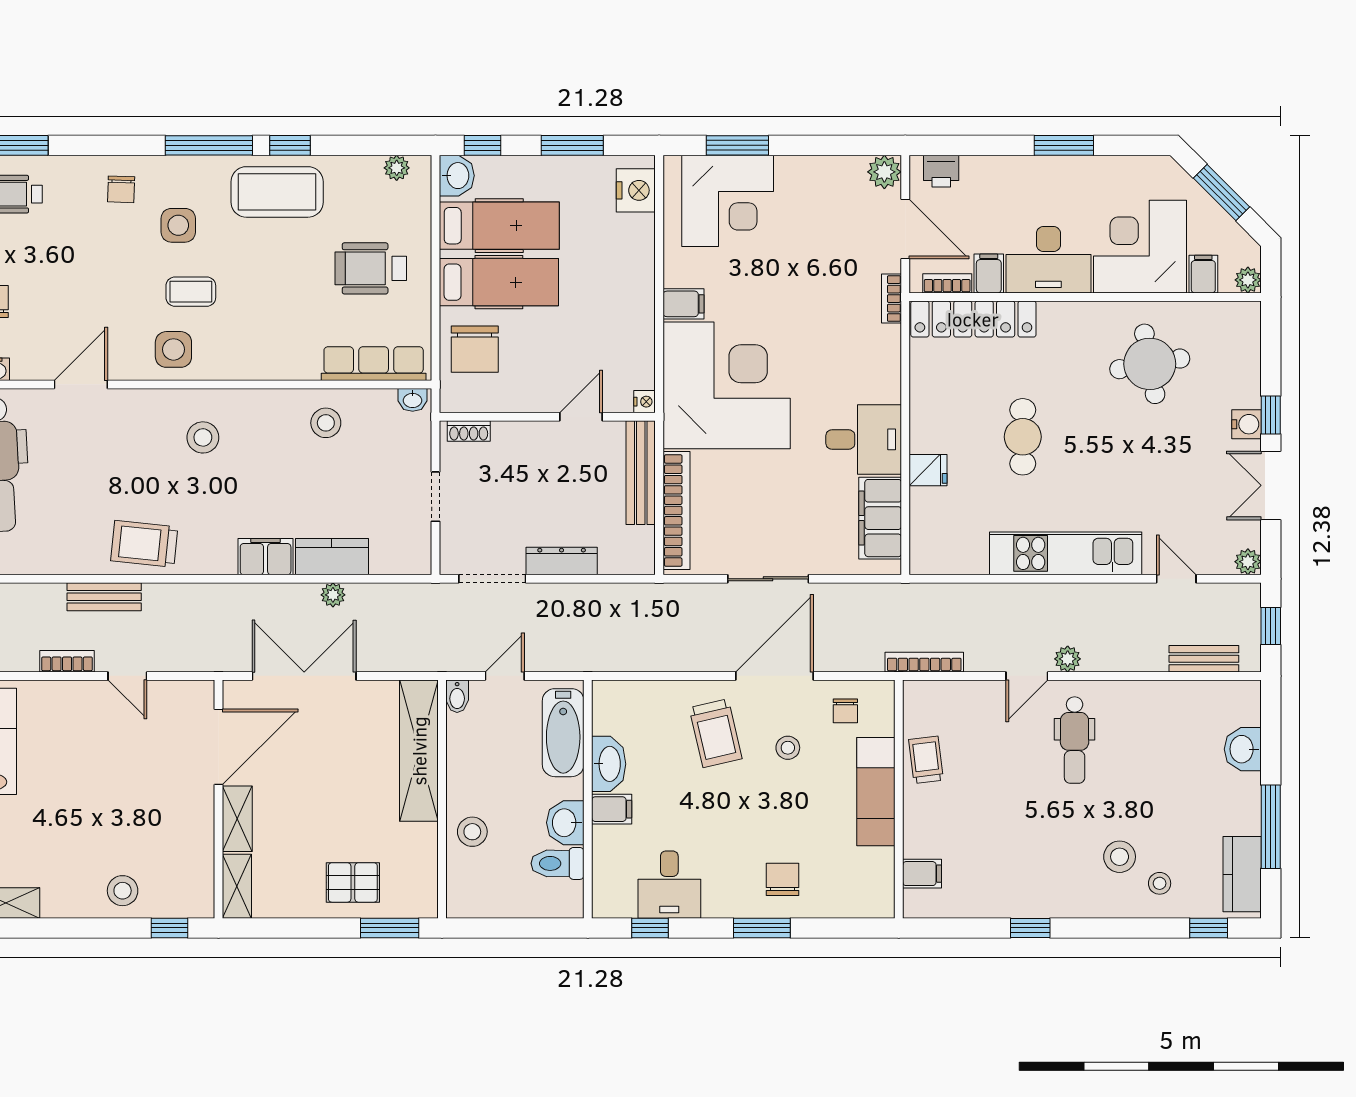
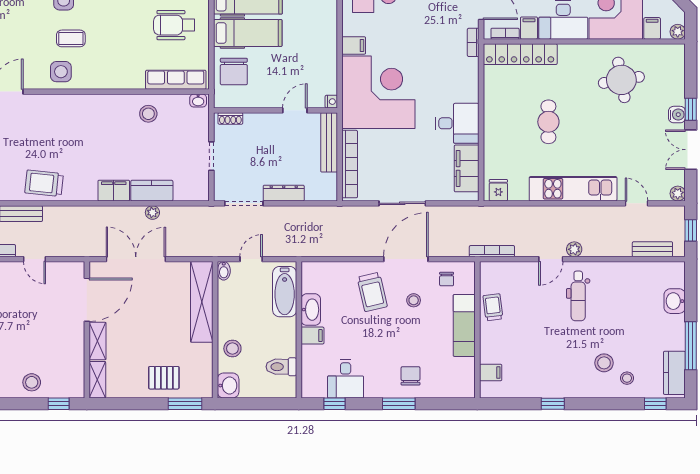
stool: (203, 437) -> (78, 122), removed
fridge: (928, 470) -> (498, 190), moved, turned -90
washbasin: (565, 823) -> (228, 386), moved, turned 180

